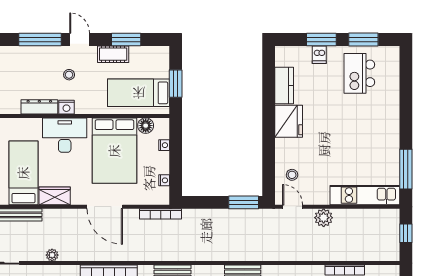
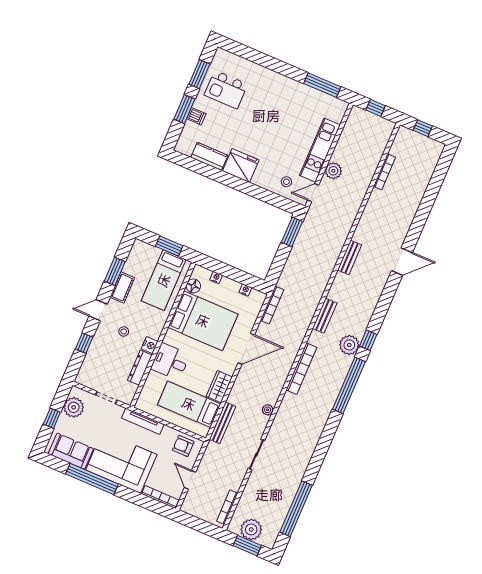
window: (40, 39) -> (84, 343), width x0.46
desk: (65, 135) -> (170, 362), width x0.73
kitchen unit: (365, 195) -> (320, 150), moved

